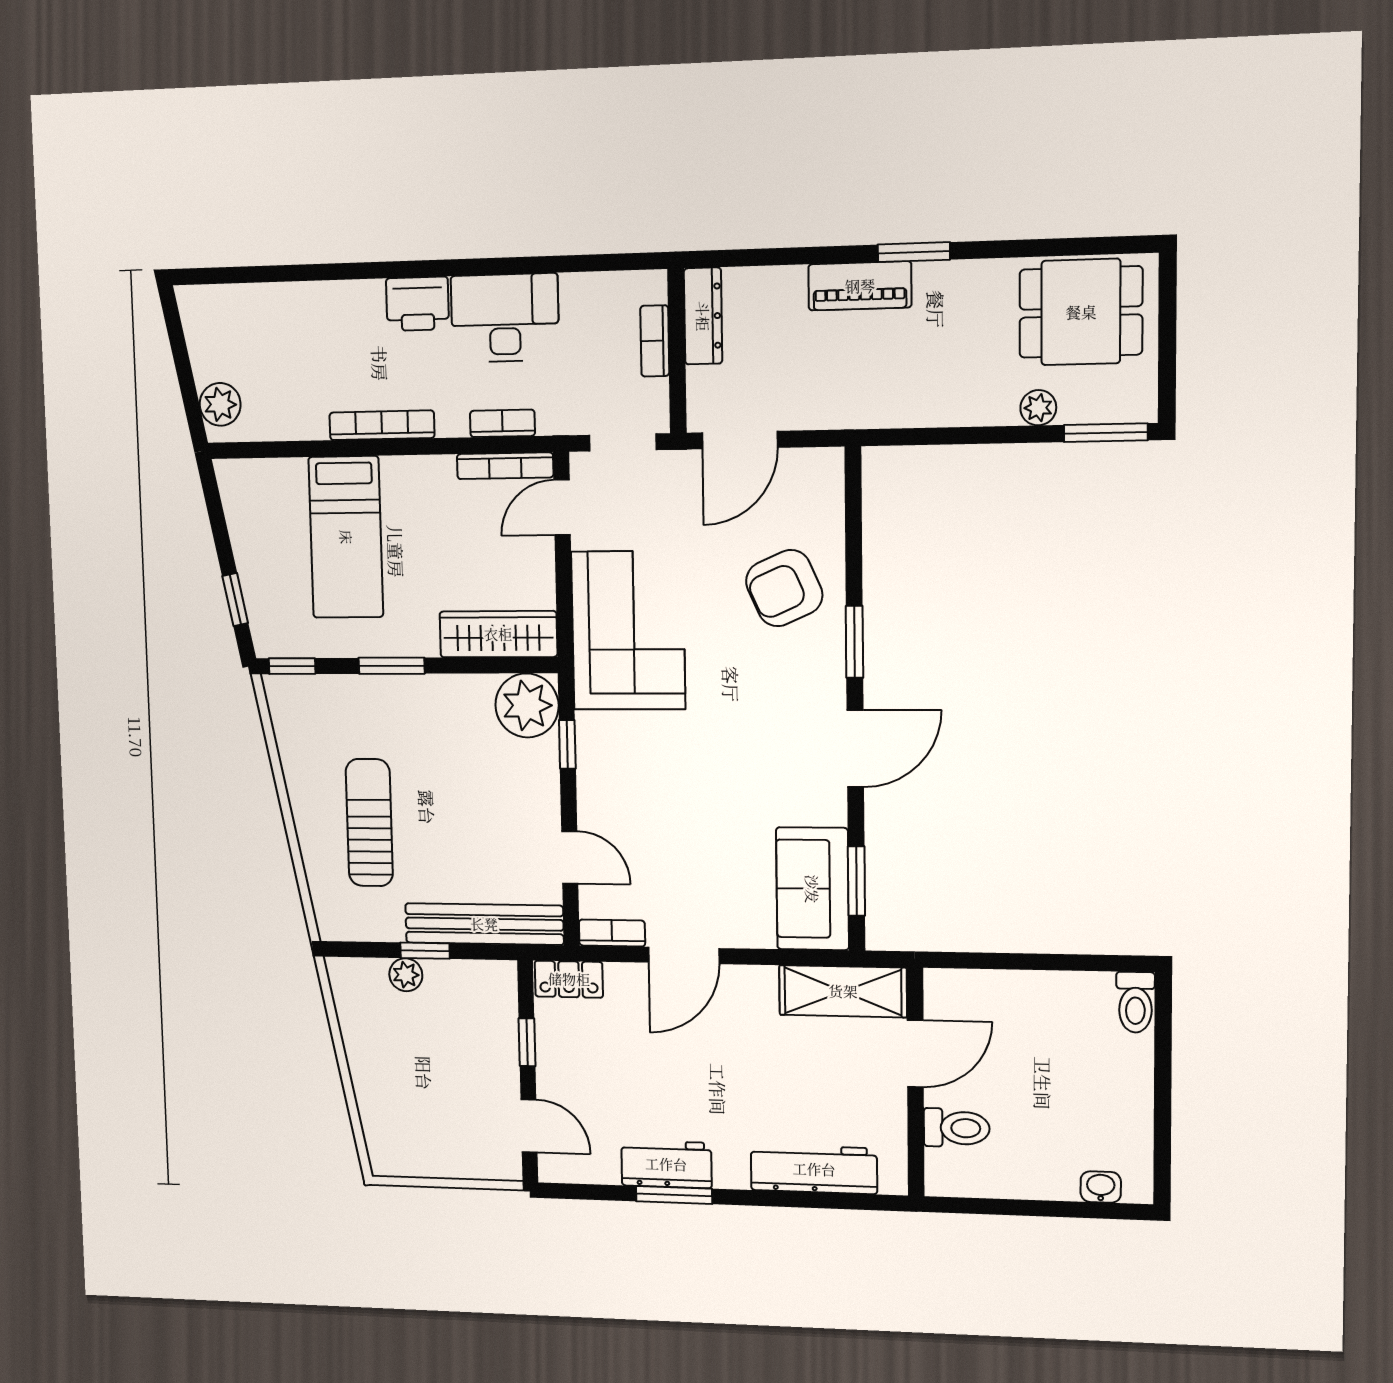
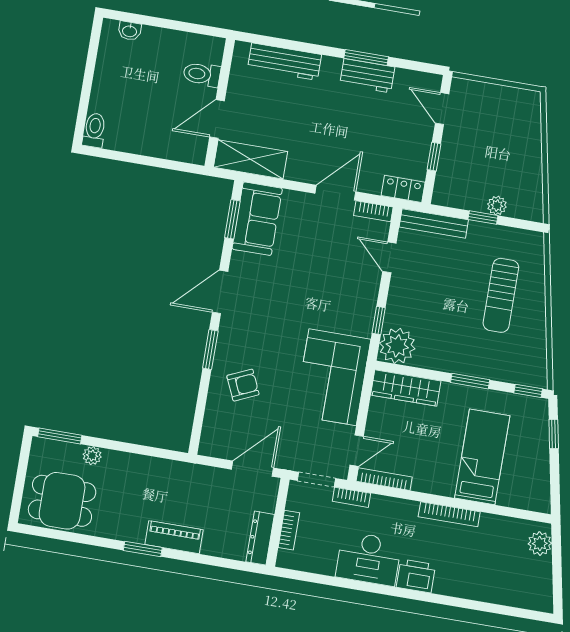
bookcase: (502, 423) -> (351, 497), moved
armchair: (784, 588) -> (243, 385), width x0.72, depth x0.72
bench: (484, 924) -> (434, 223), width x0.73, depth x0.82

